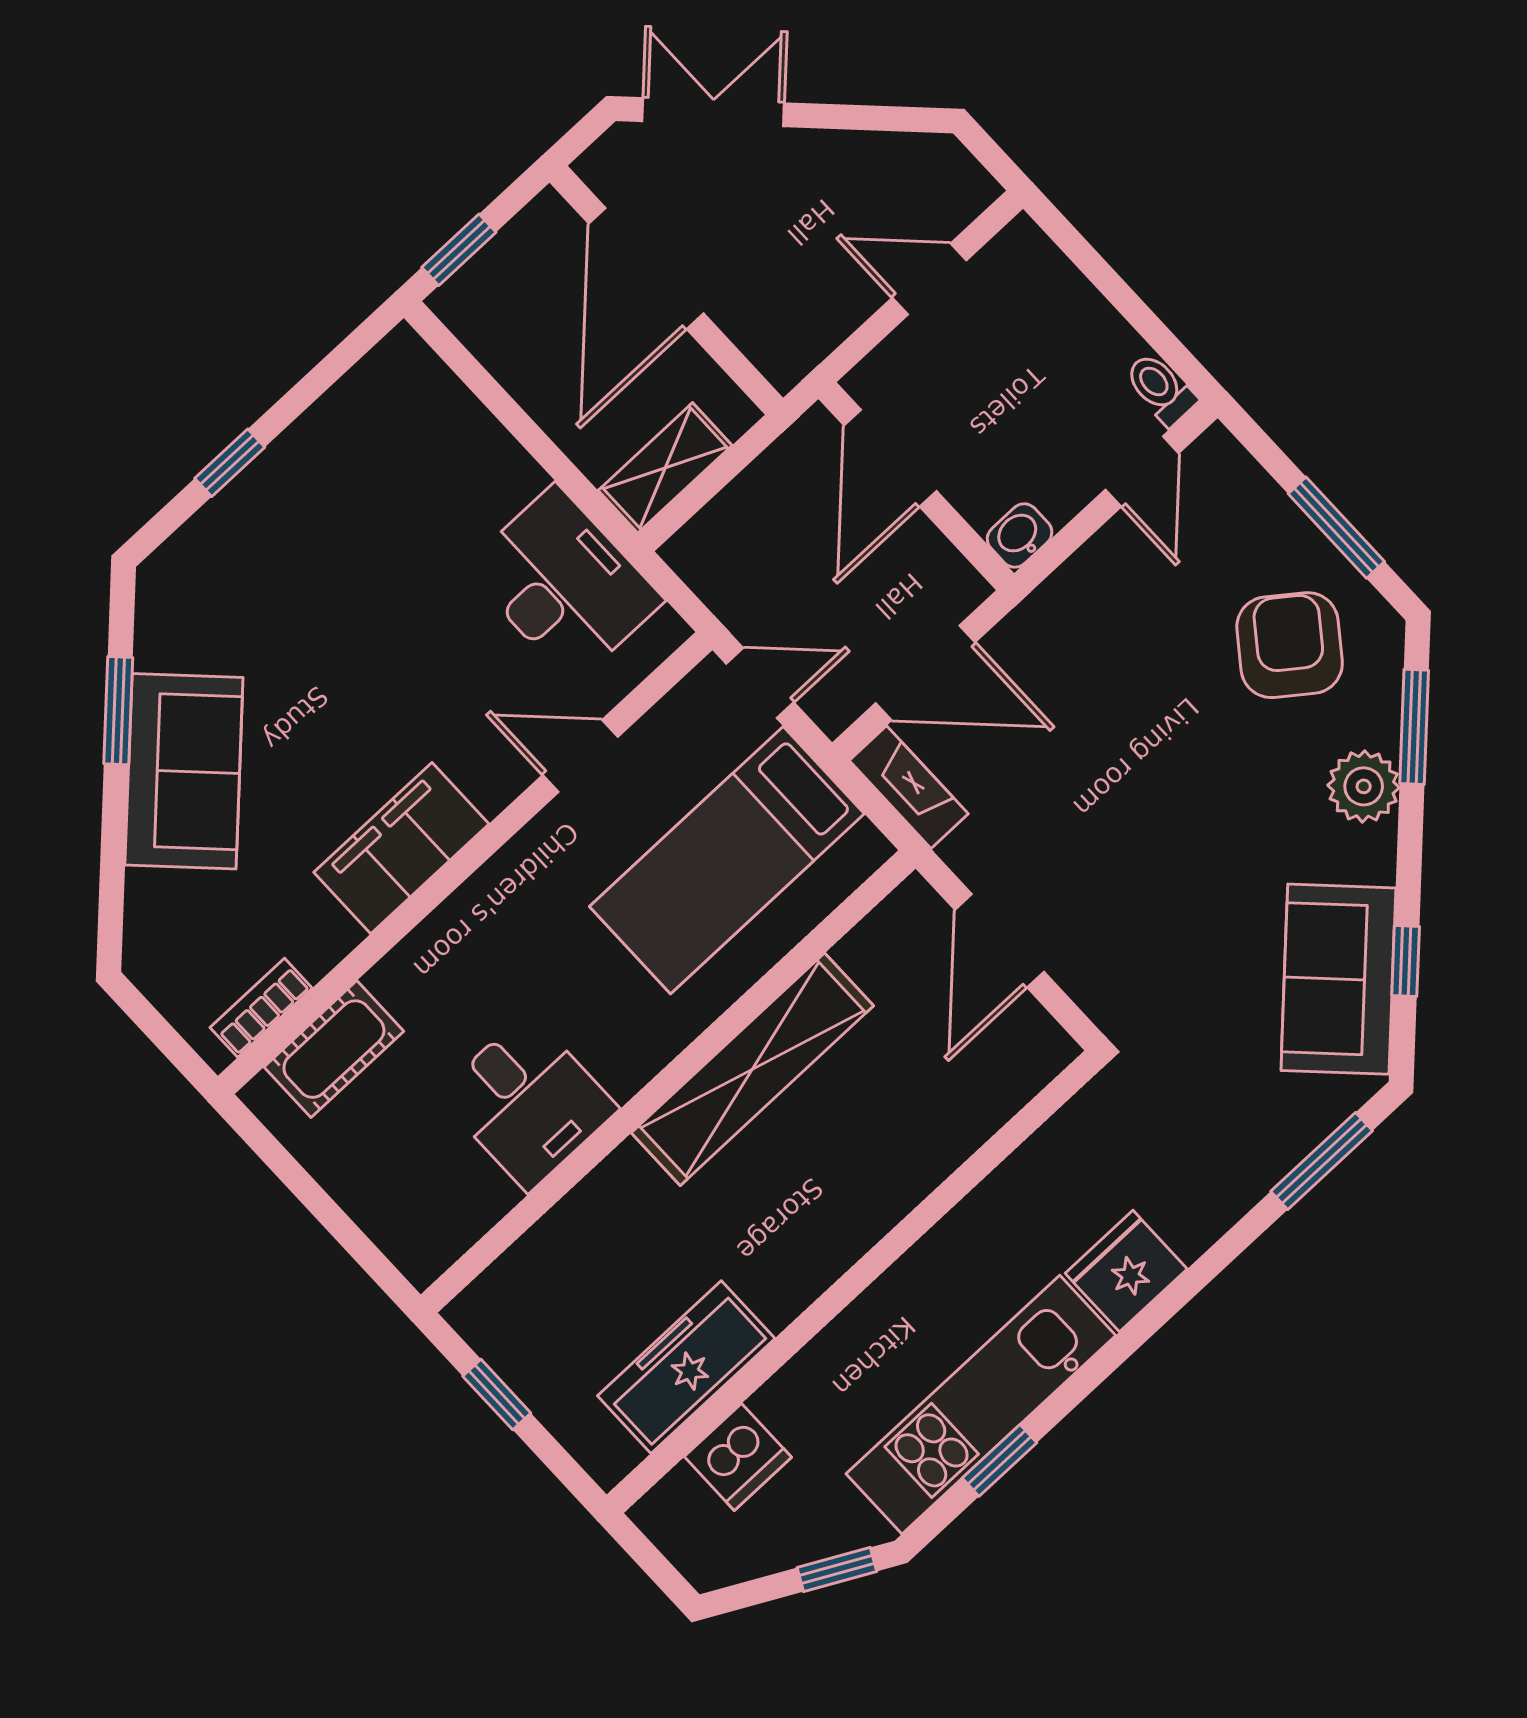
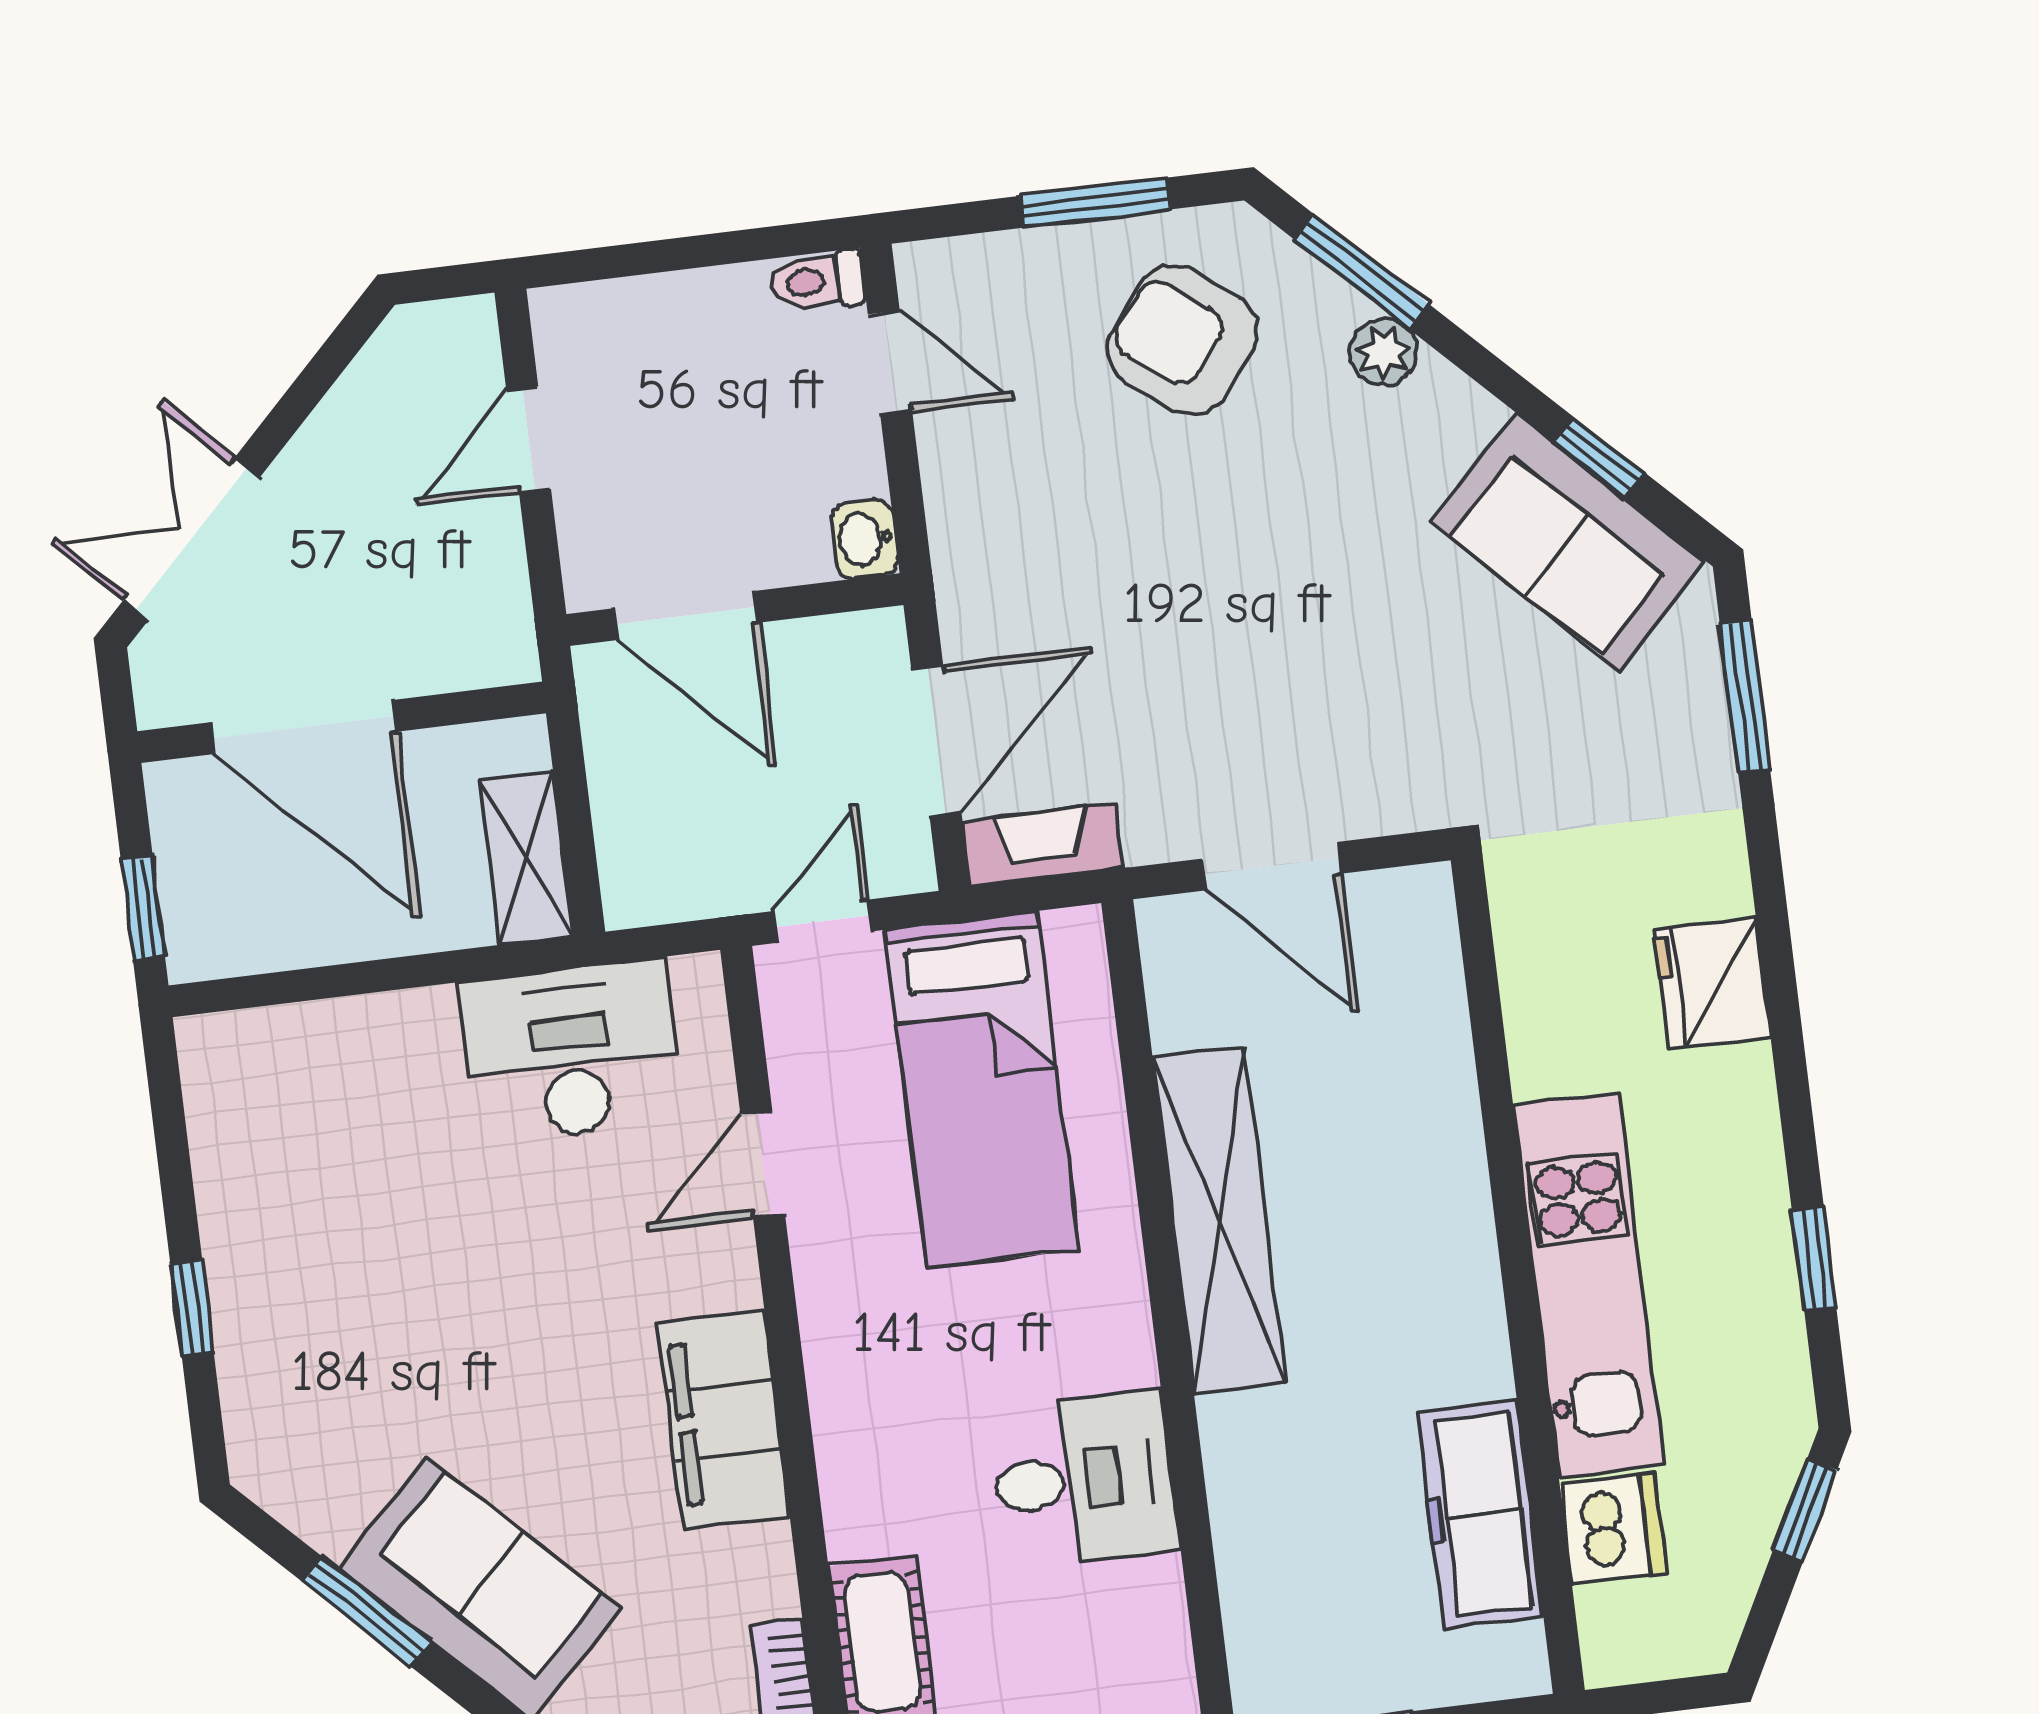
plant: (1364, 786) -> (1384, 352), width x0.73, depth x0.73
kitchen unit: (981, 1405) -> (1589, 1285), moved, turned 180

